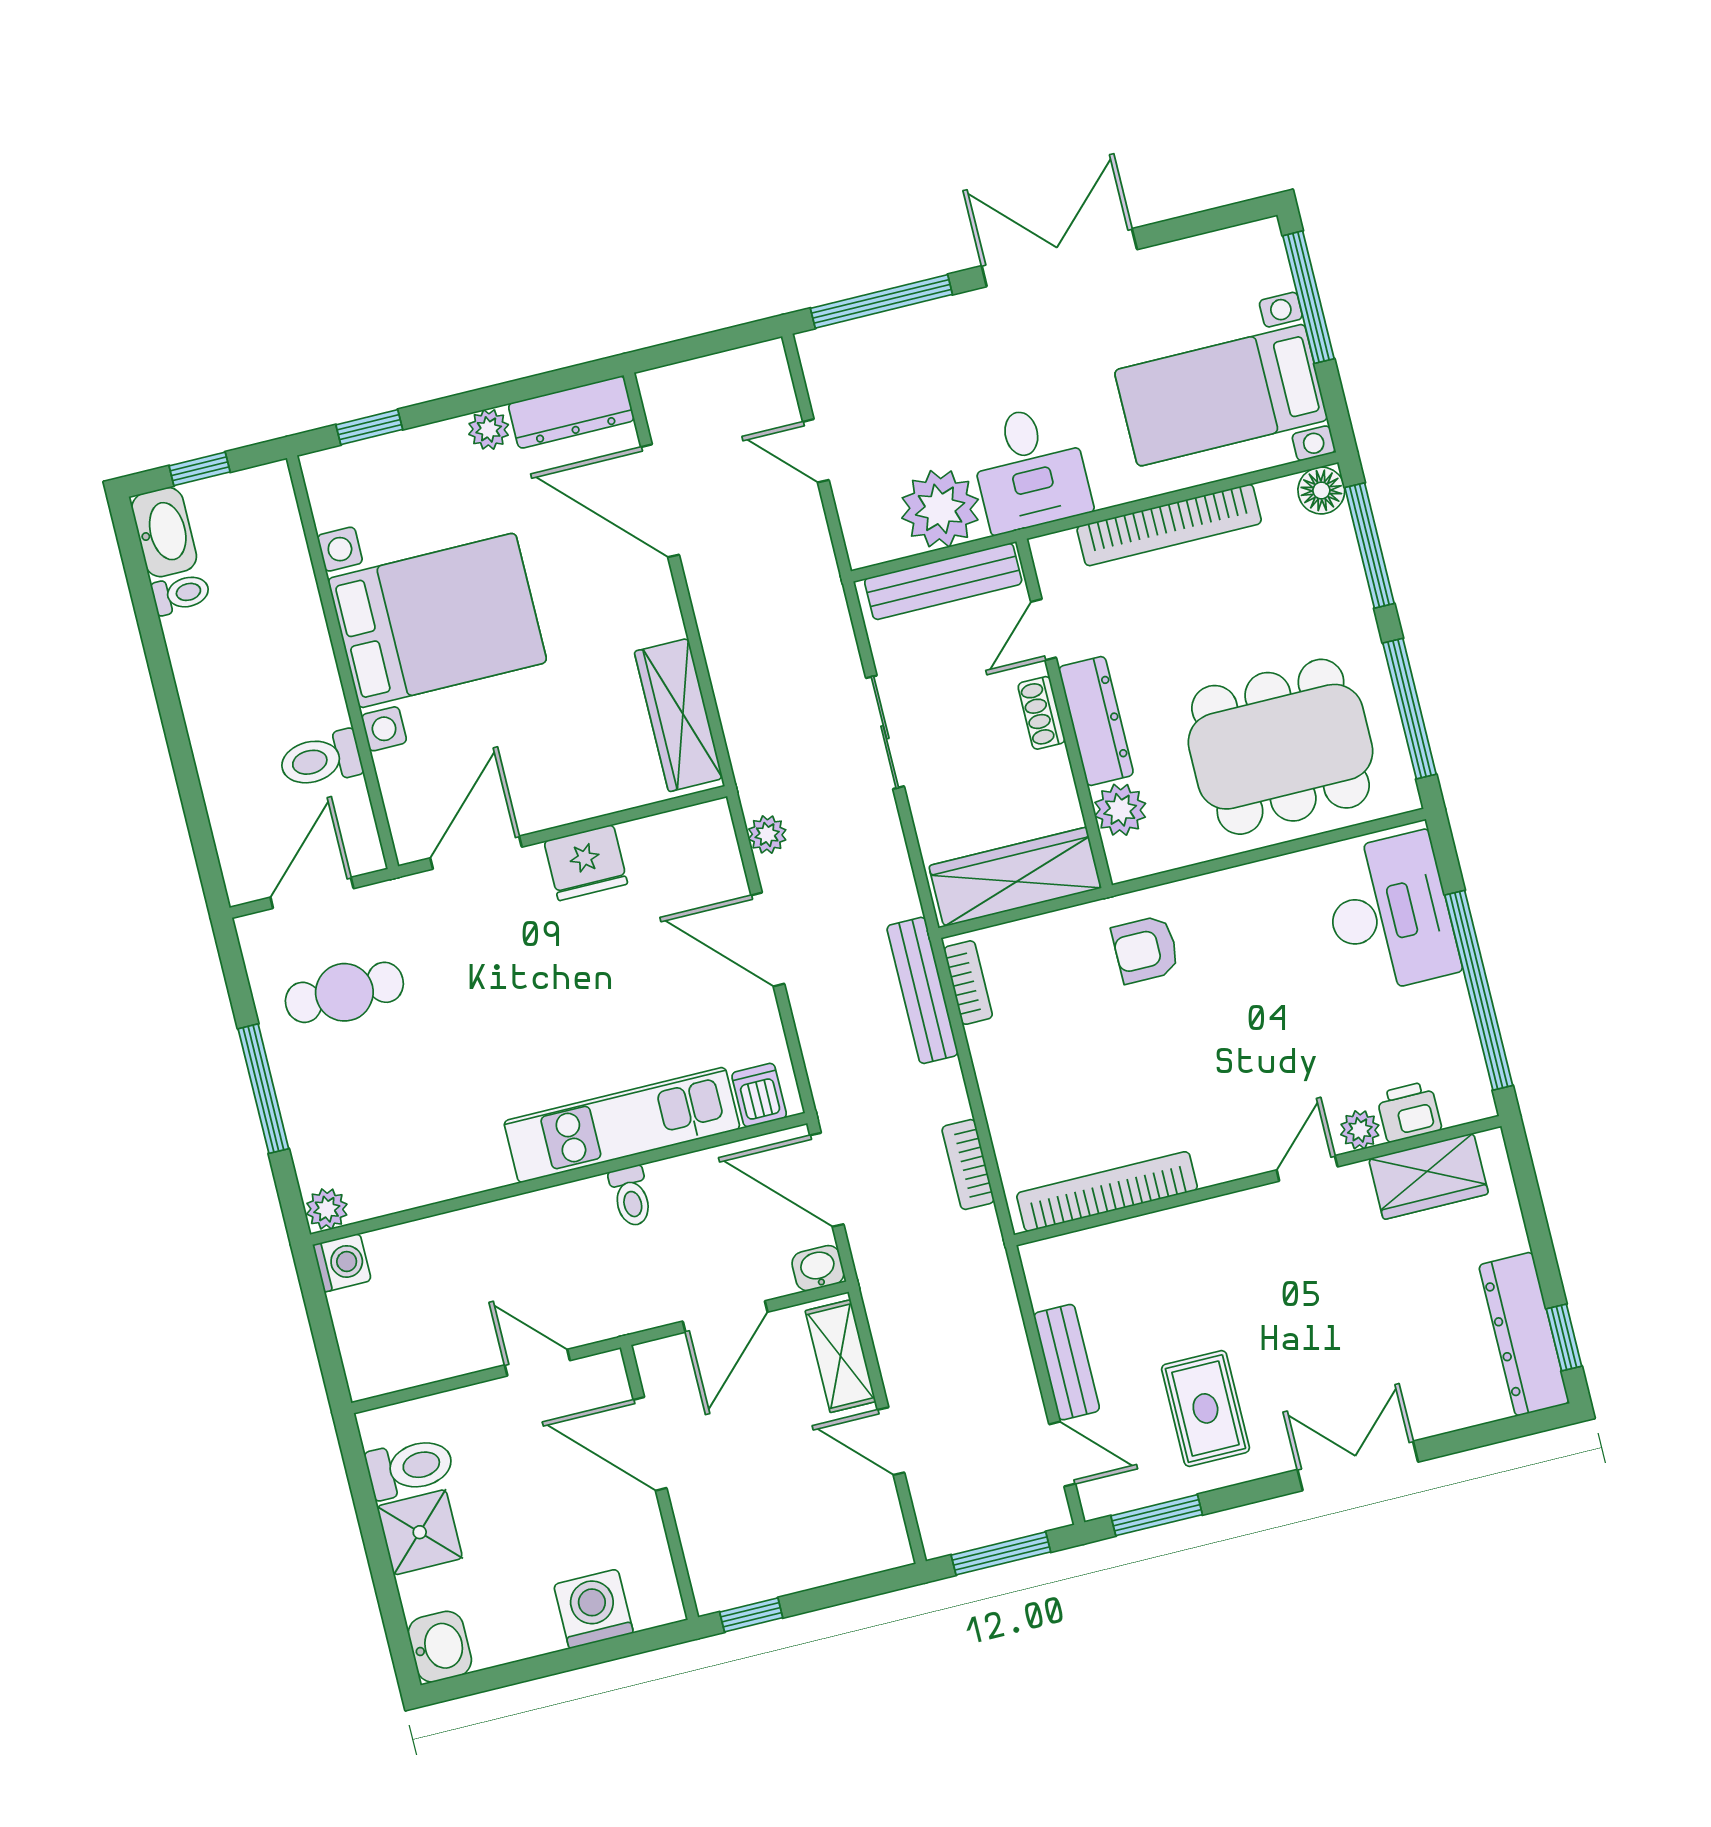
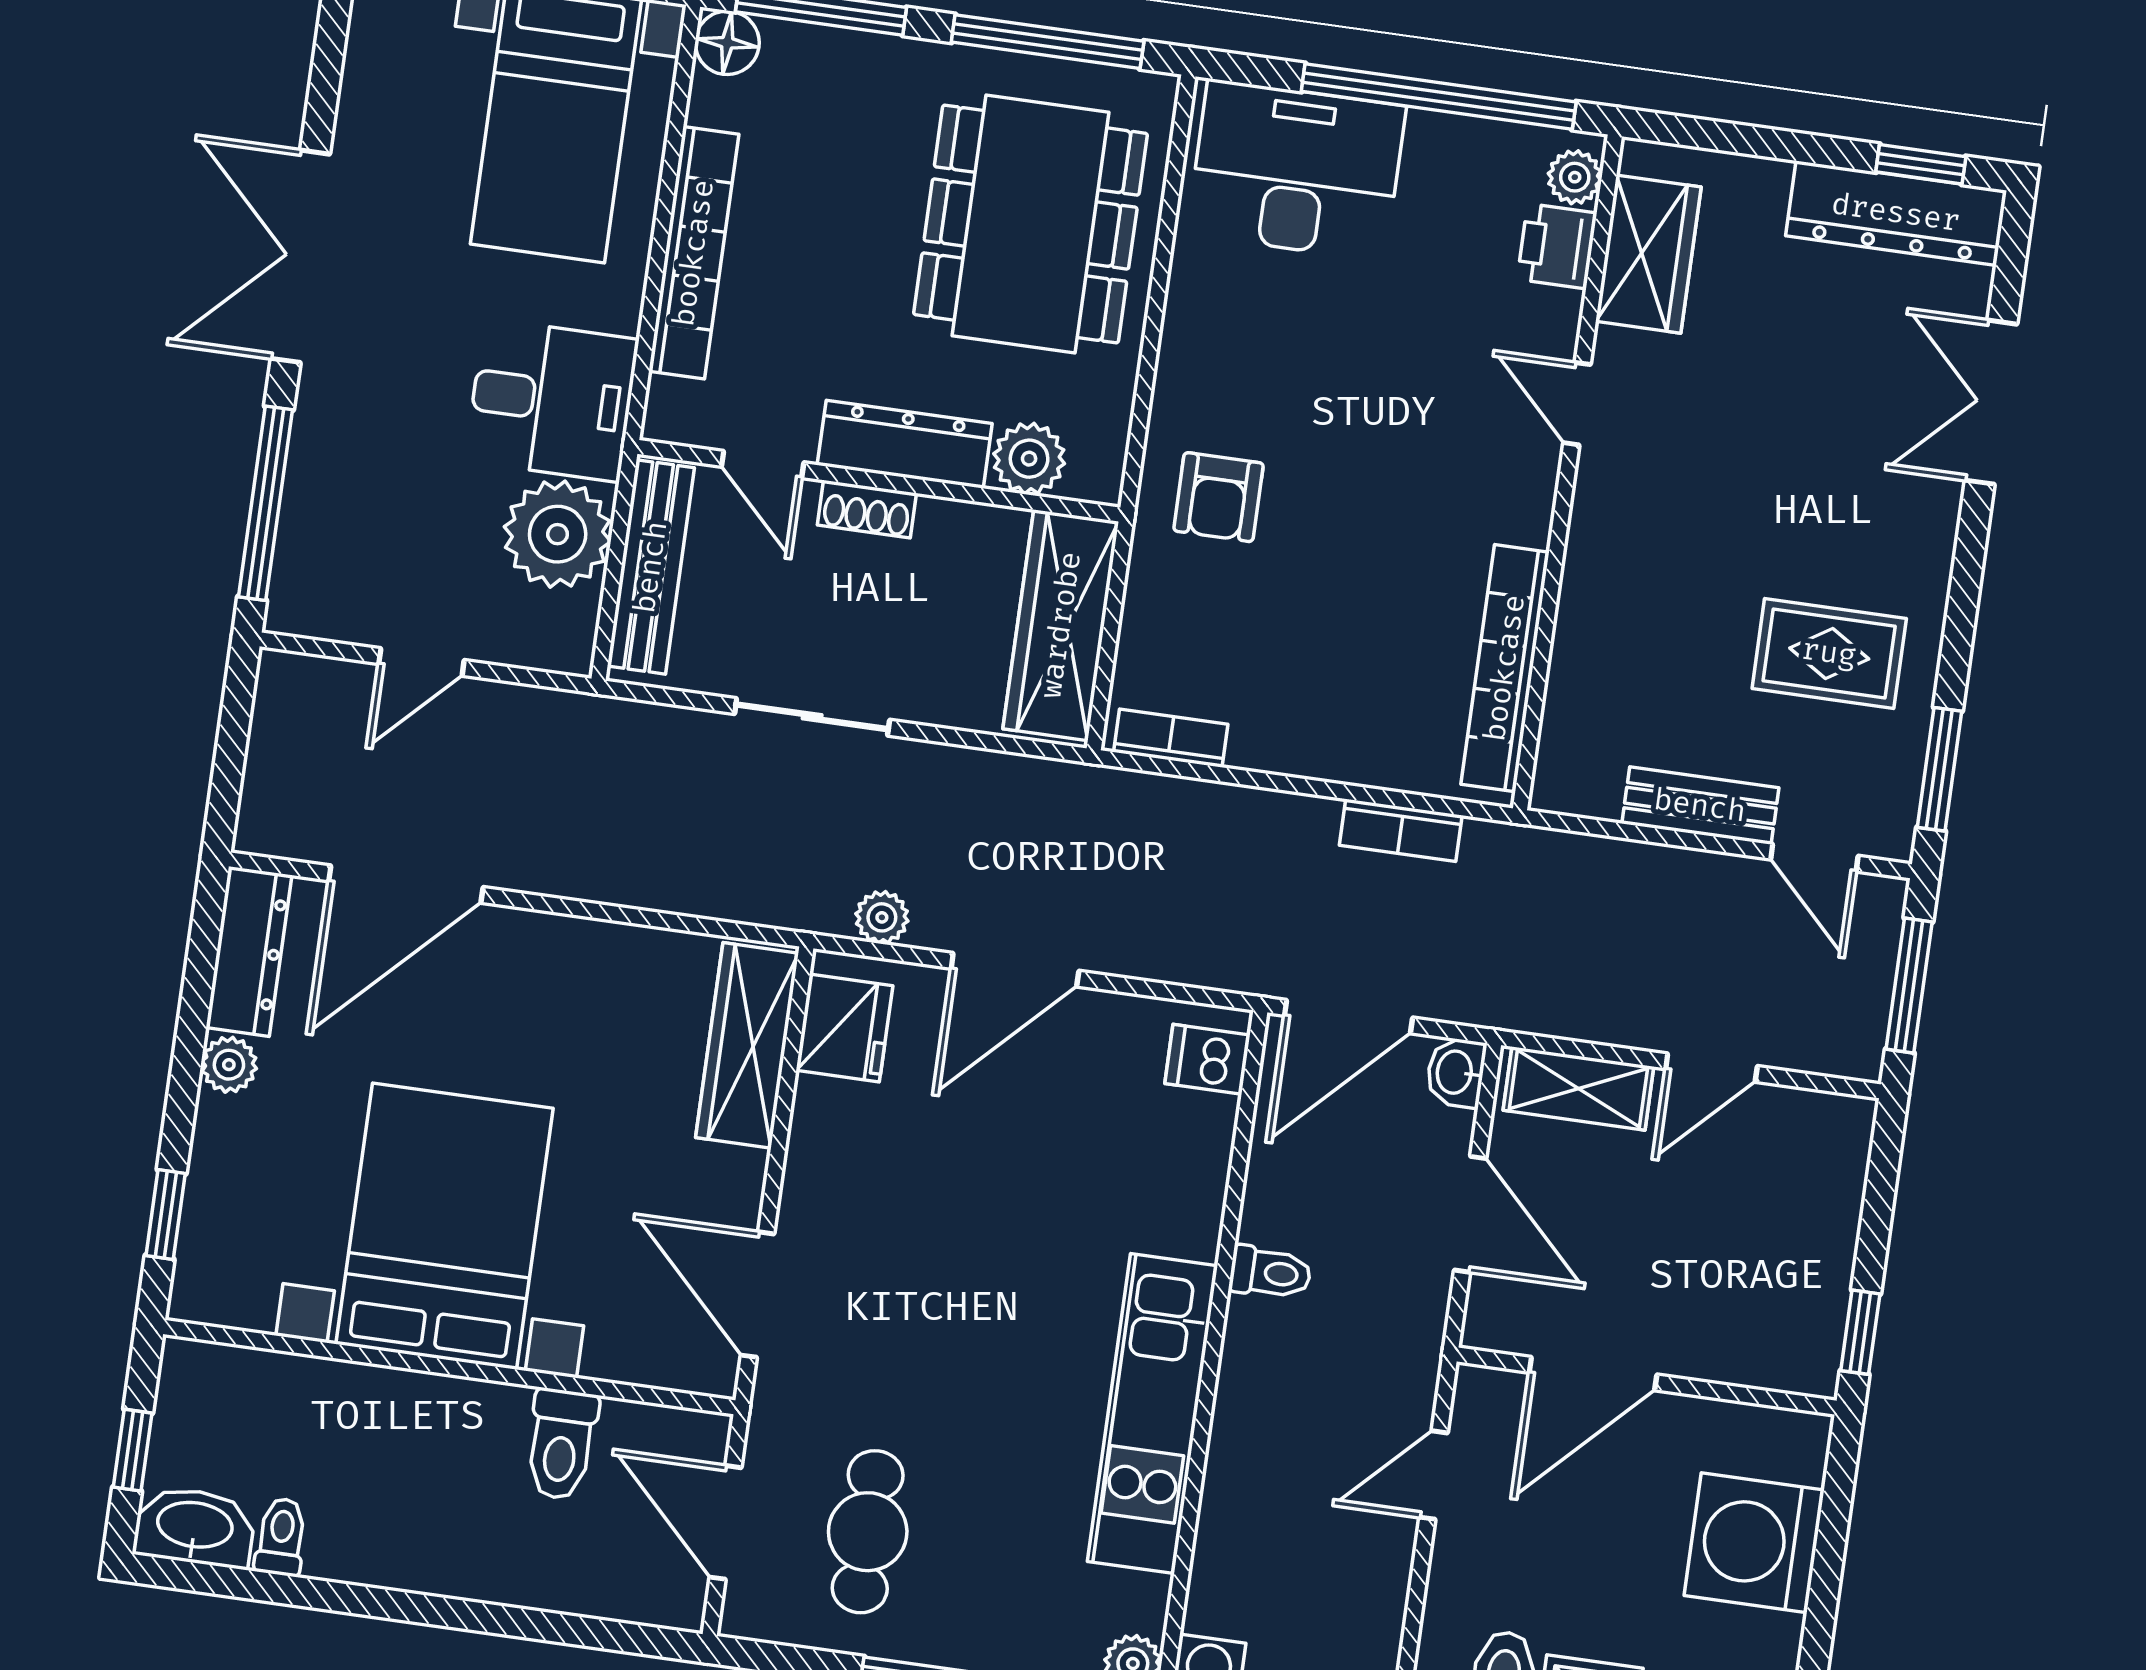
wardrobe: (679, 715) -> (747, 1045), moved, turned 90
fridge: (586, 863) -> (844, 1028), moved
bench: (922, 990) -> (1158, 800), removed
kitchen unit: (622, 1125) -> (1152, 1414), moved
plant: (1360, 1130) -> (1575, 177), moved
door: (1062, 1454) -> (1814, 858), swing flipped
double door: (1358, 1466) -> (1991, 402), moved
washing machine: (593, 1609) -> (1754, 1543), width x1.37, depth x1.37

